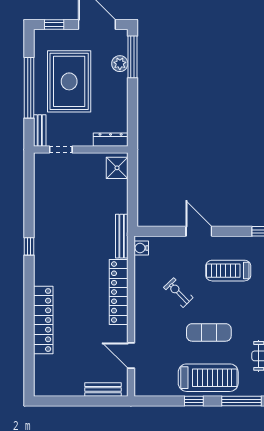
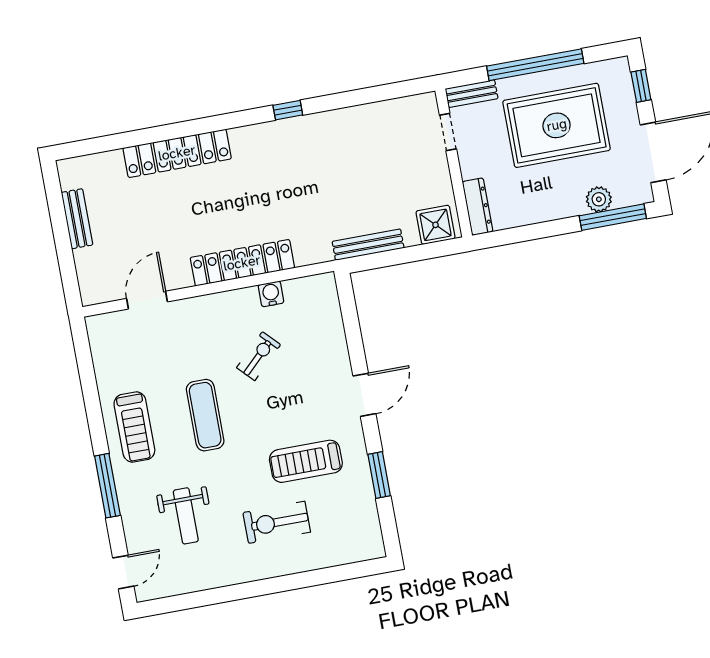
door: (199, 231) -> (364, 395), moved
bench: (122, 236) -> (368, 245), moved
water cooler: (141, 248) -> (271, 294), moved
treadmill: (228, 271) -> (306, 461), moved, turned -90
treadmill: (208, 378) -> (134, 427), width x0.73, depth x0.73
bench: (103, 390) -> (77, 219), moved
window: (194, 401) -> (94, 411), removed

